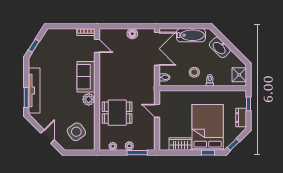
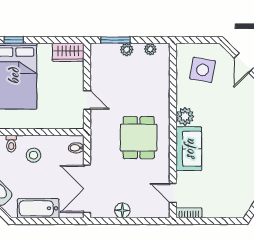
dining table: (117, 113) -> (139, 138), moved, turned 90
side table: (76, 132) -> (203, 70), turned 45
wardrobe: (180, 144) -> (68, 52), moved

